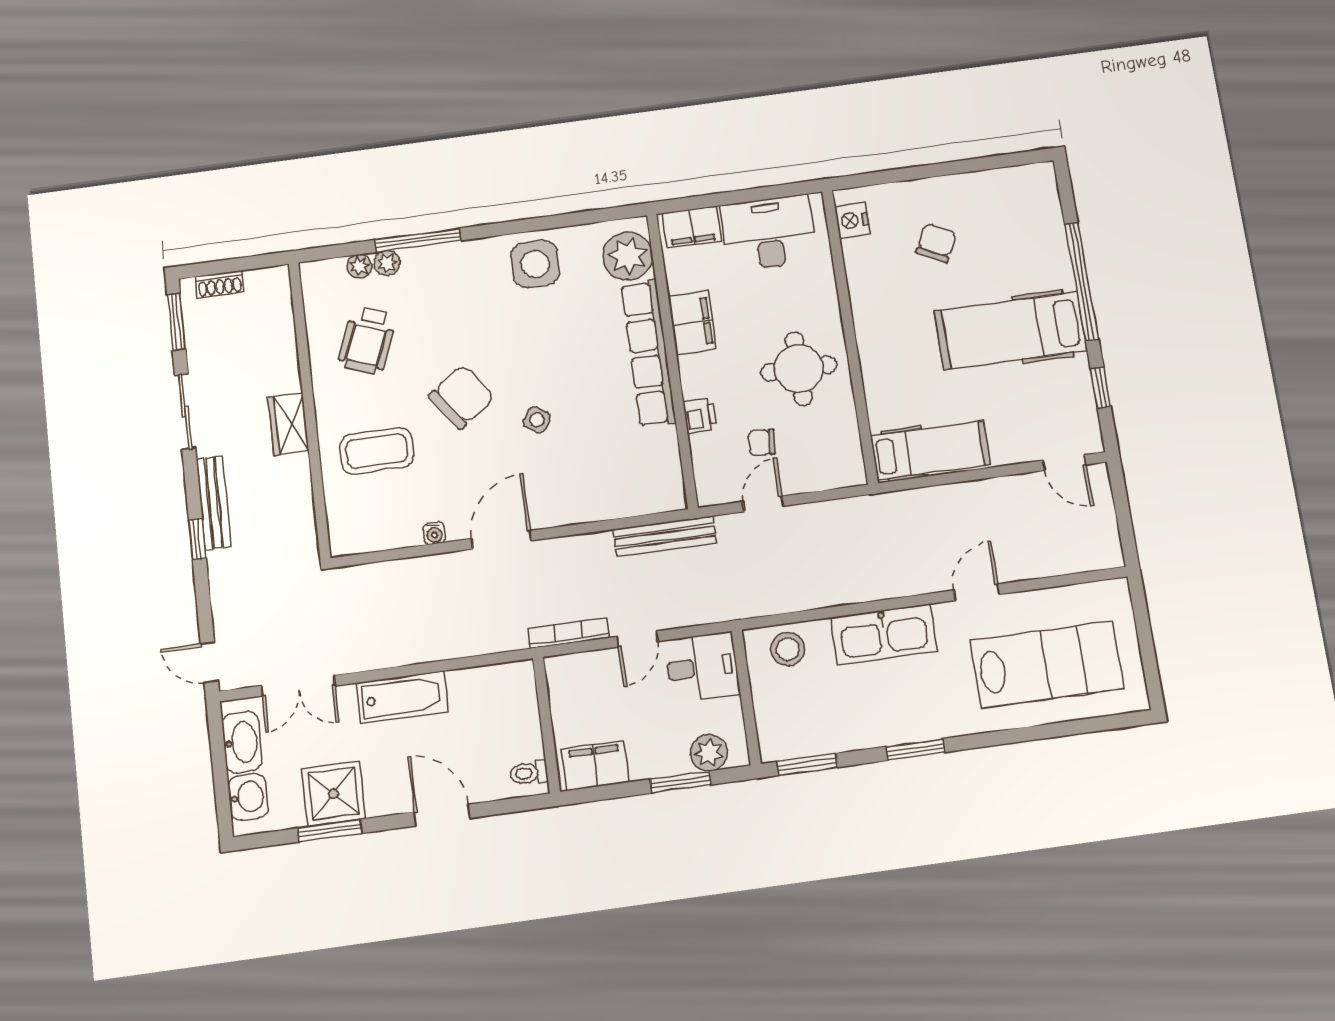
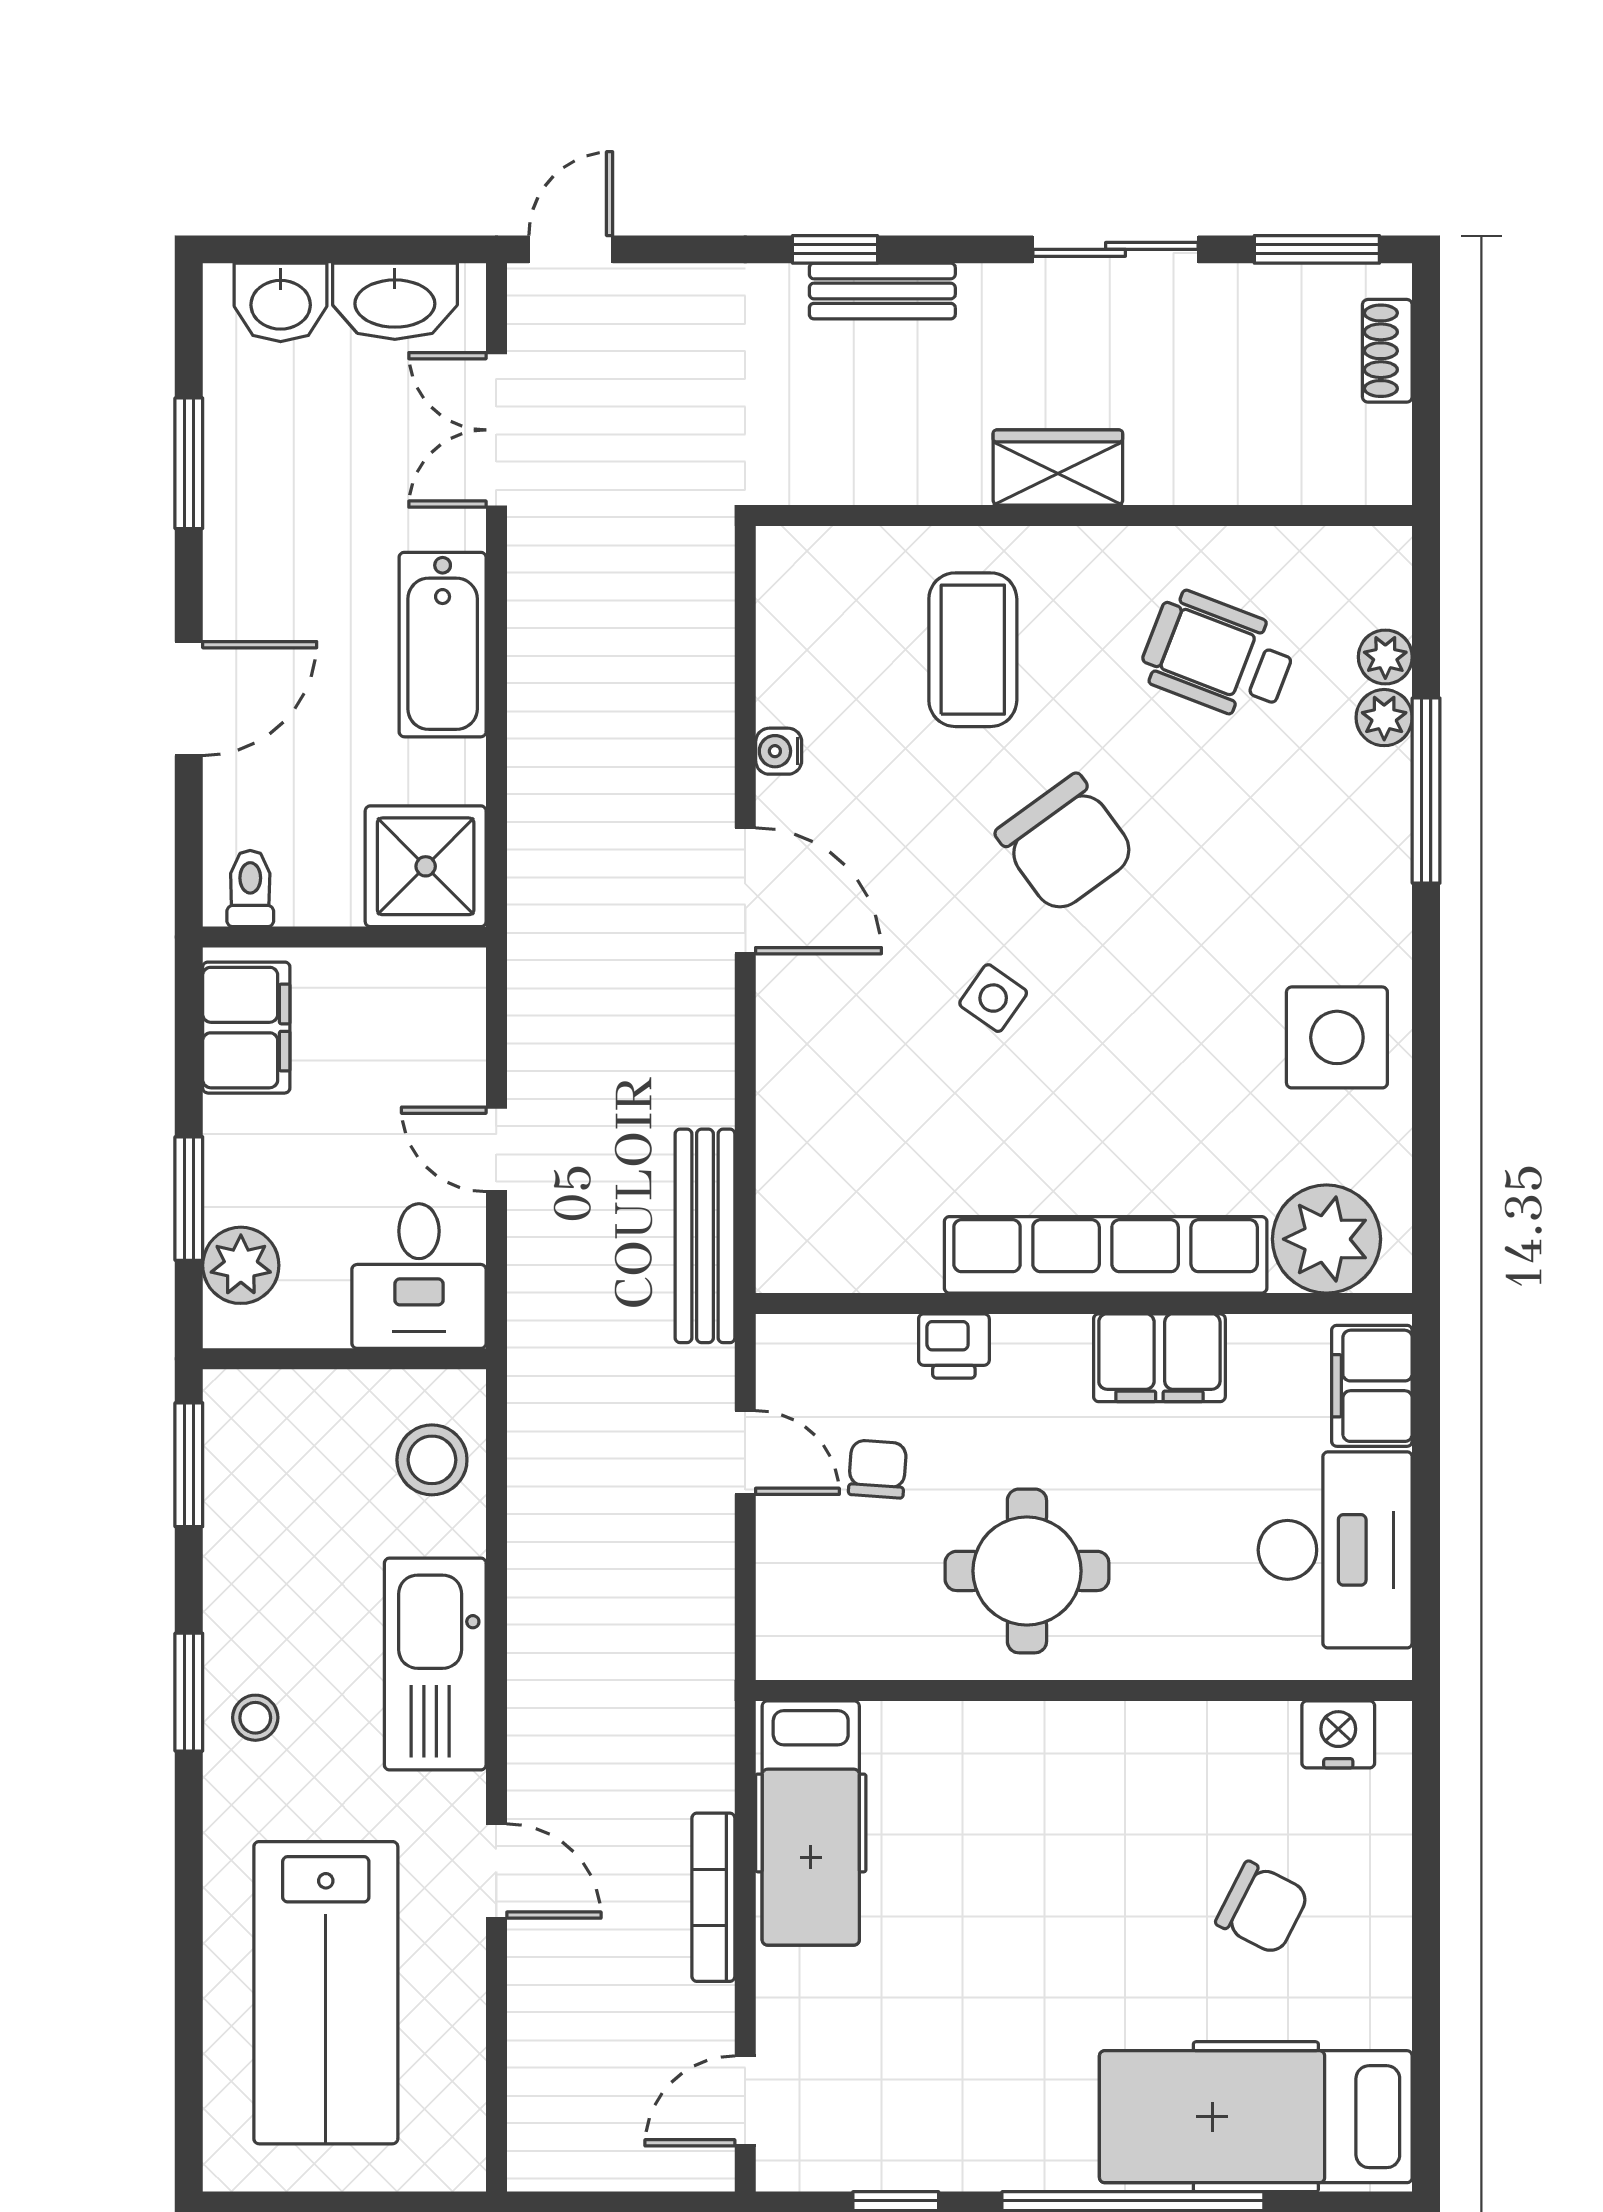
hospital bed: (1011, 331) -> (1256, 2117), moved, turned -90
bench: (214, 503) -> (882, 291), width x0.73
bookcase: (569, 633) -> (713, 1897), moved, turned 180
stool: (923, 716) -> (255, 1718), added
shower: (334, 794) -> (426, 866), moved

